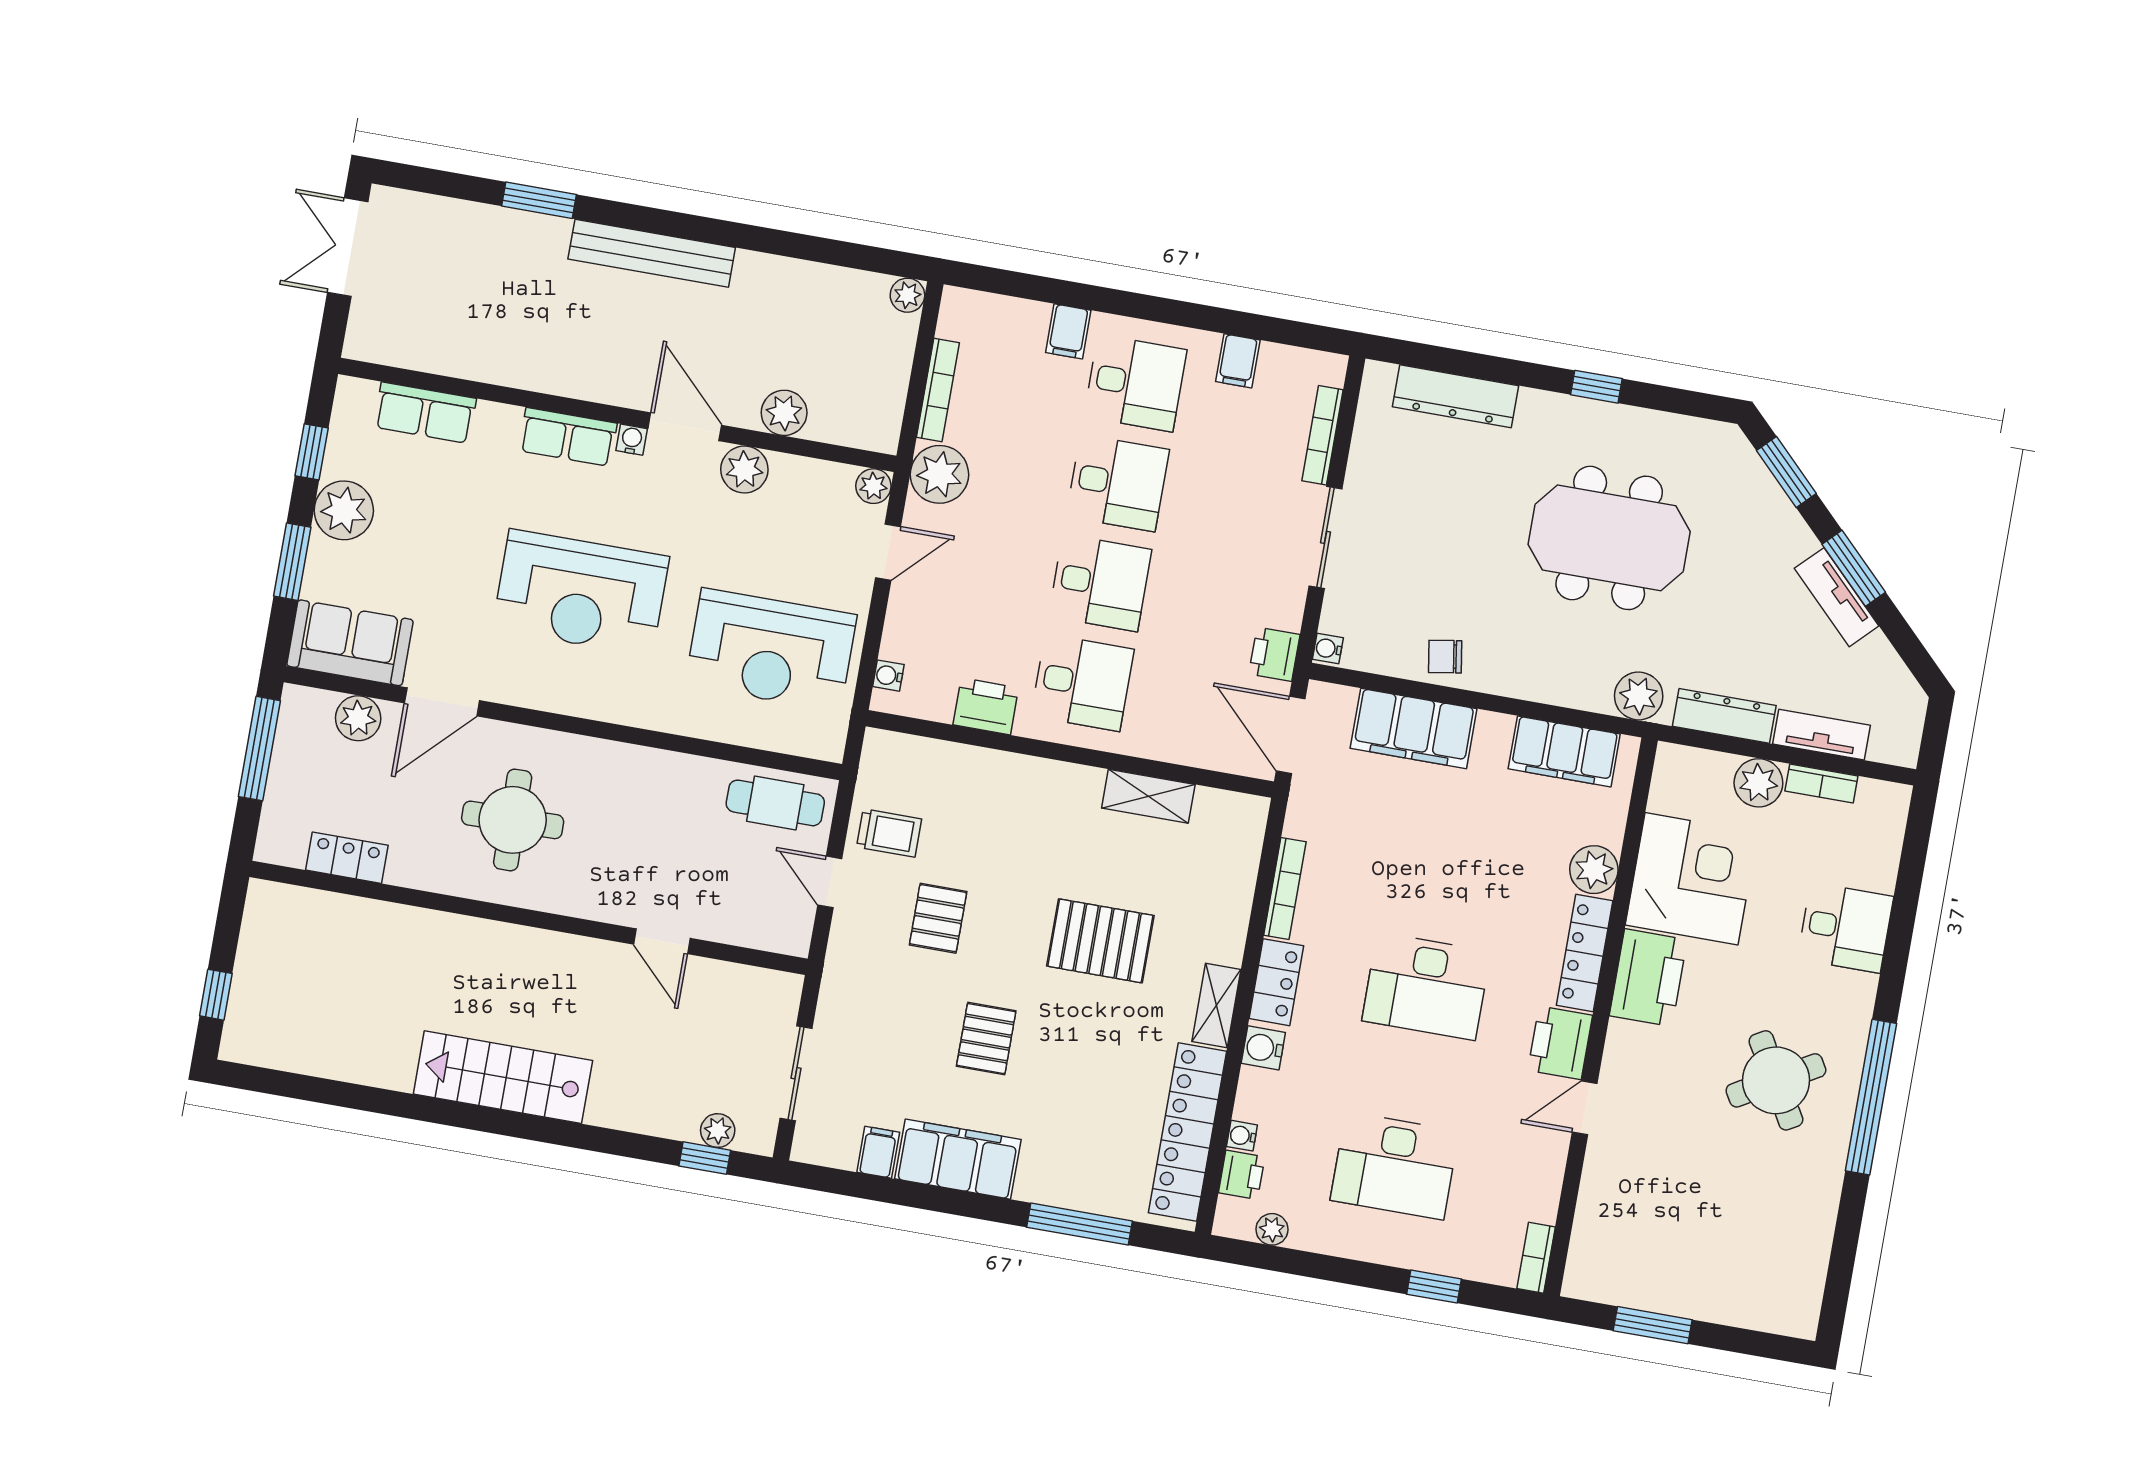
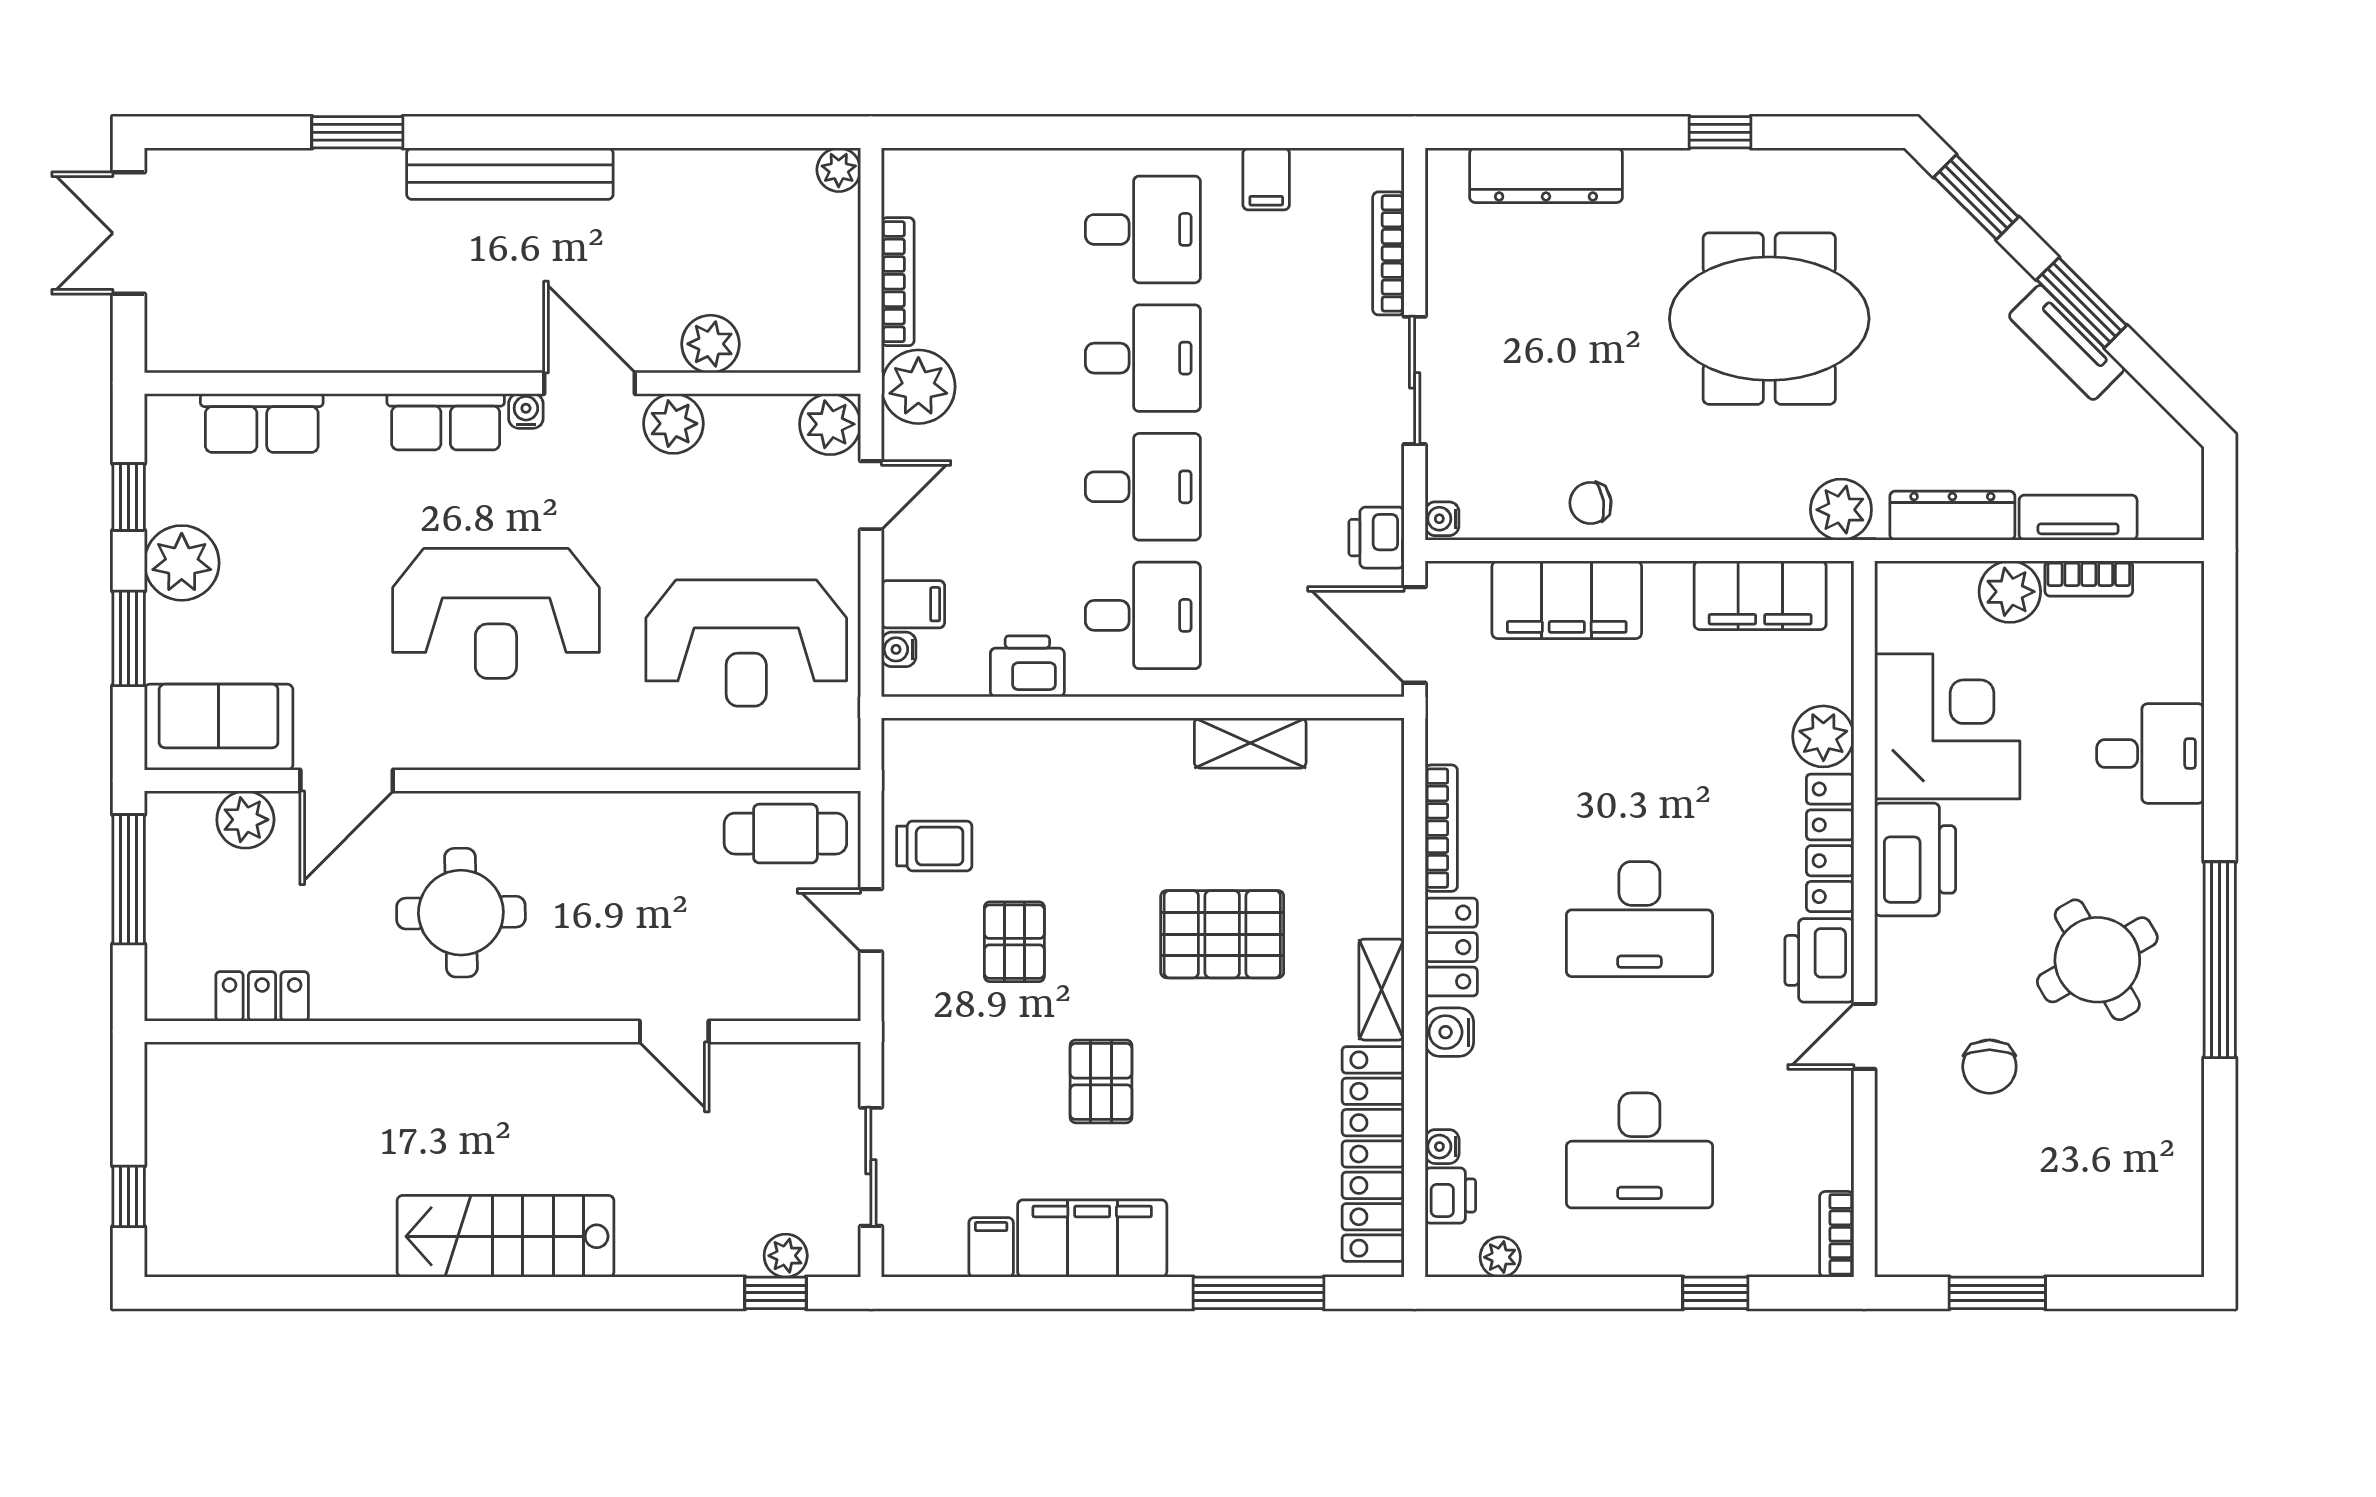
filing cabinet: (1068, 331) -> (913, 604), moved, turned -90
plant: (873, 486) -> (830, 424), width x1.38, depth x1.38
chair: (1678, 1149) -> (1989, 1067), added

